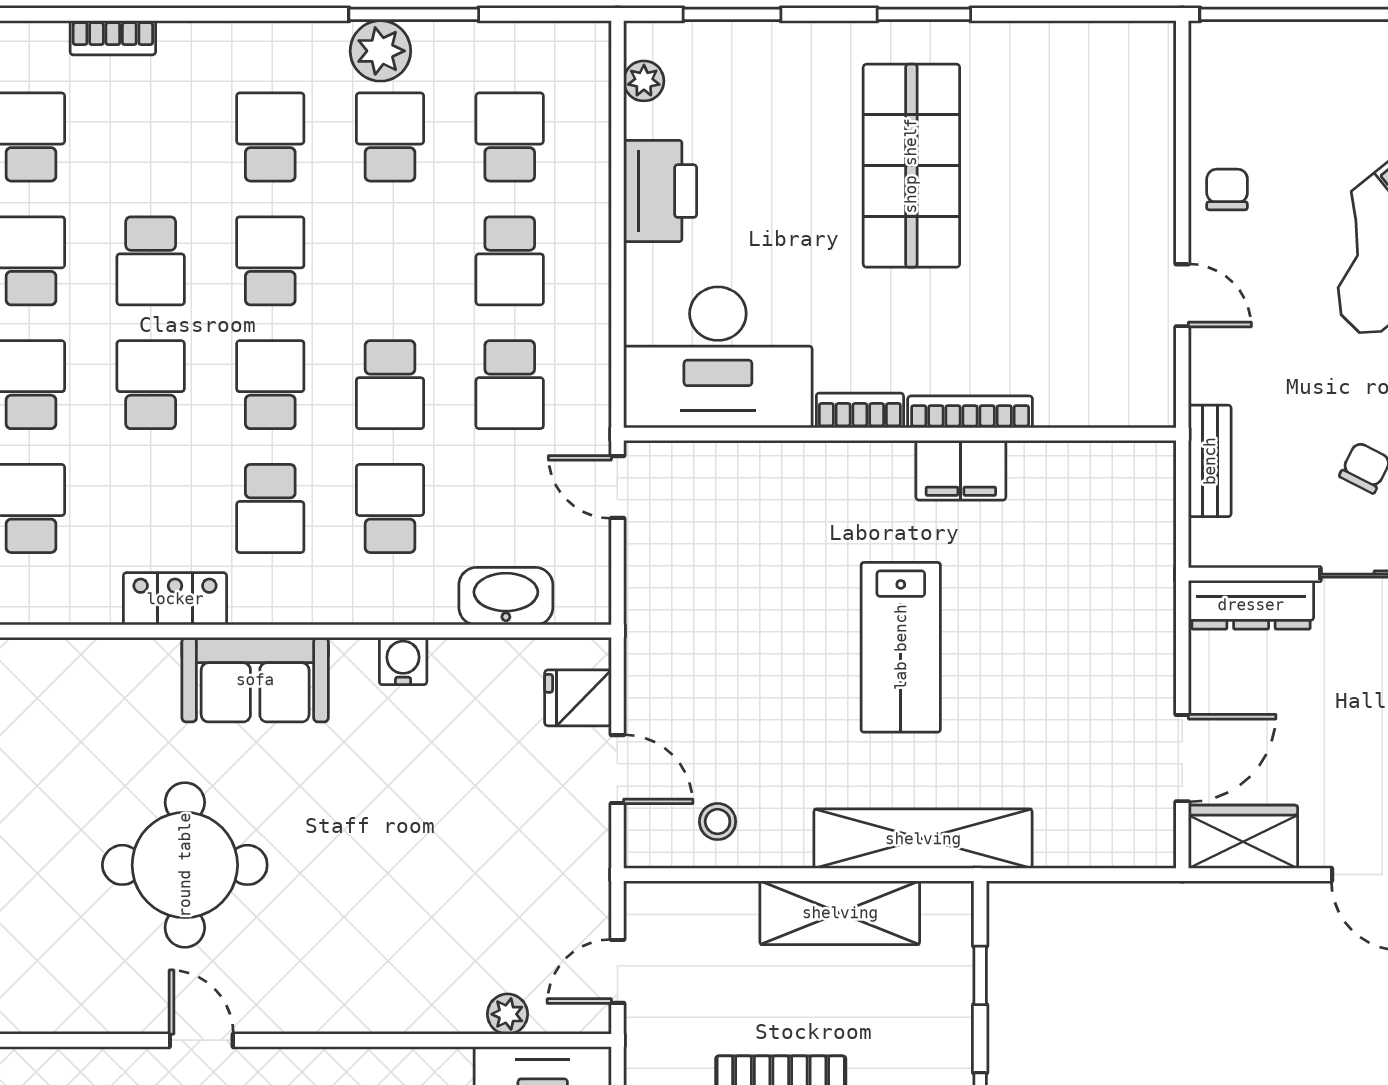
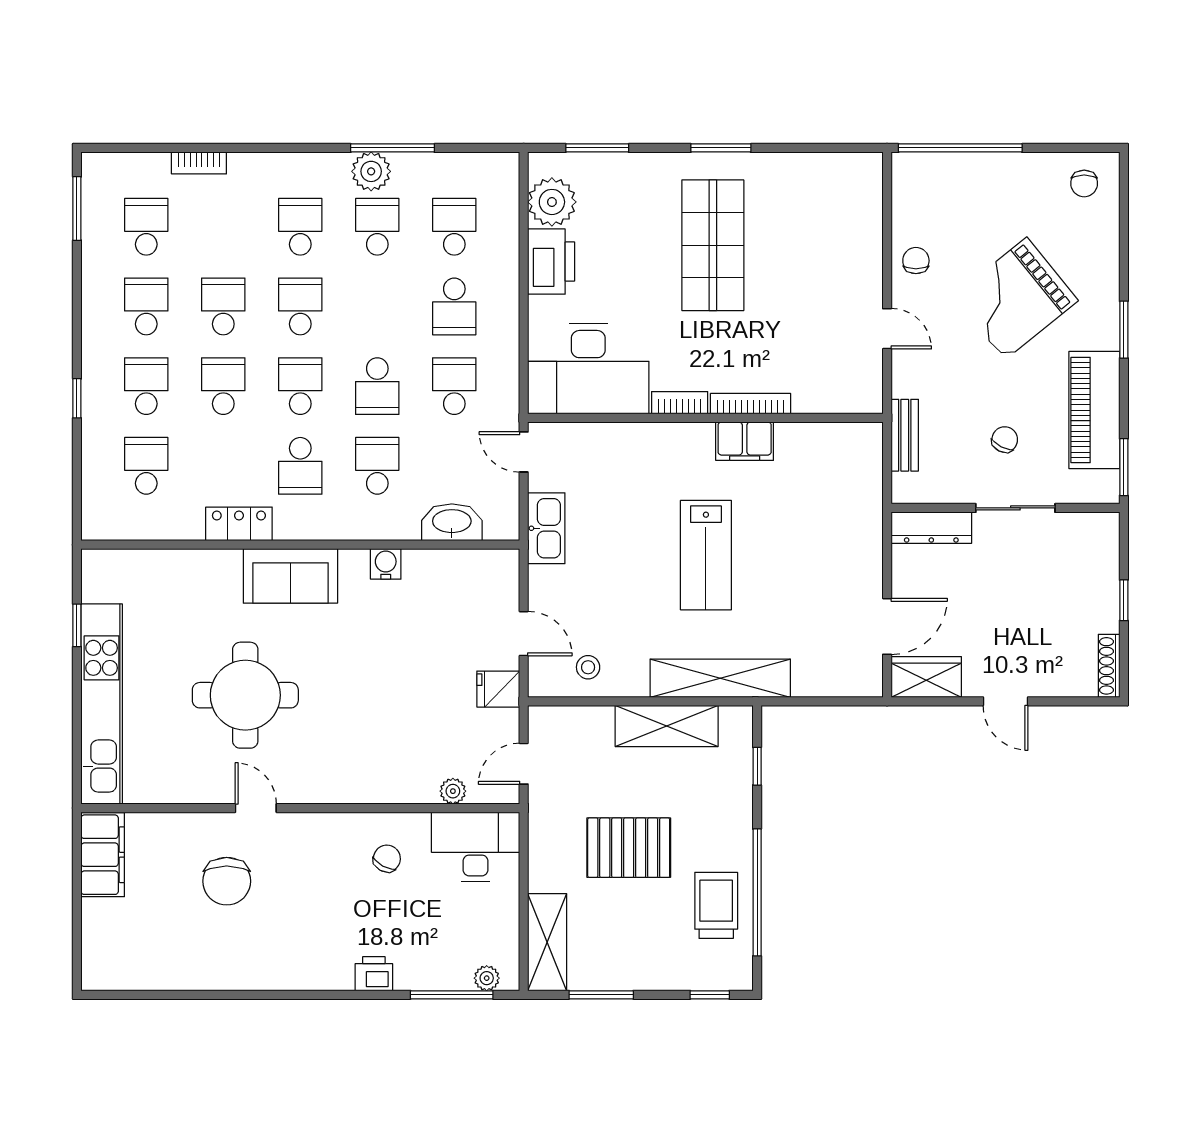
plant: (644, 81) -> (552, 202), width x1.87, depth x1.87
school desk: (151, 261) -> (223, 306), turned 180
school desk: (510, 385) -> (454, 386), turned 180
kitchen sink: (653, 606) -> (546, 528), added
fridge: (578, 698) -> (498, 689), moved

